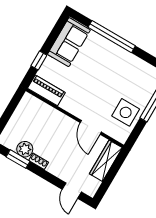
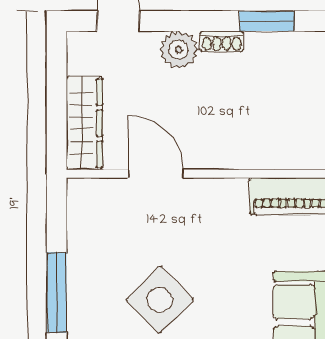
side table: (126, 112) -> (160, 300), moved, turned 45
plant: (25, 149) -> (179, 50), moved

